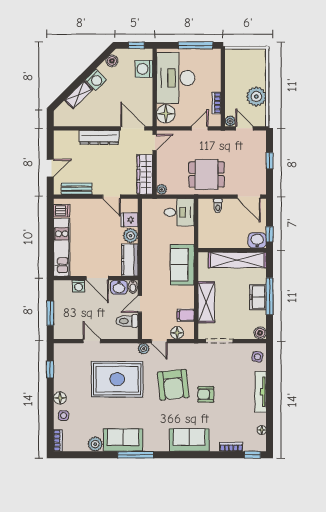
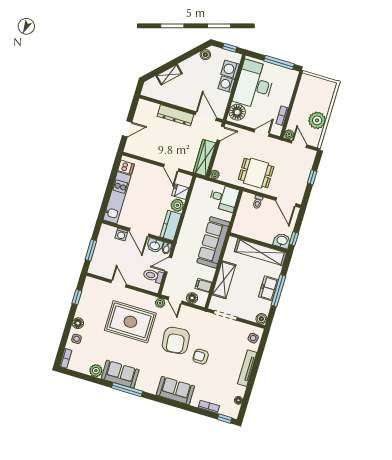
washing machine: (96, 80) -> (226, 84), moved, turned 135
bench: (77, 189) -> (144, 153), removed
sofa: (182, 265) -> (213, 242), width x1.36

